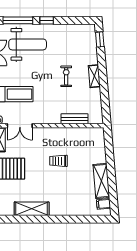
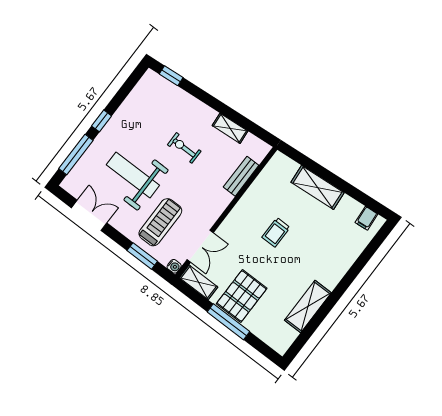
weight bench: (28, 44) -> (133, 175), moved, turned -90
shelving: (94, 76) -> (230, 128), moved
shelving: (101, 181) -> (318, 187), moved

